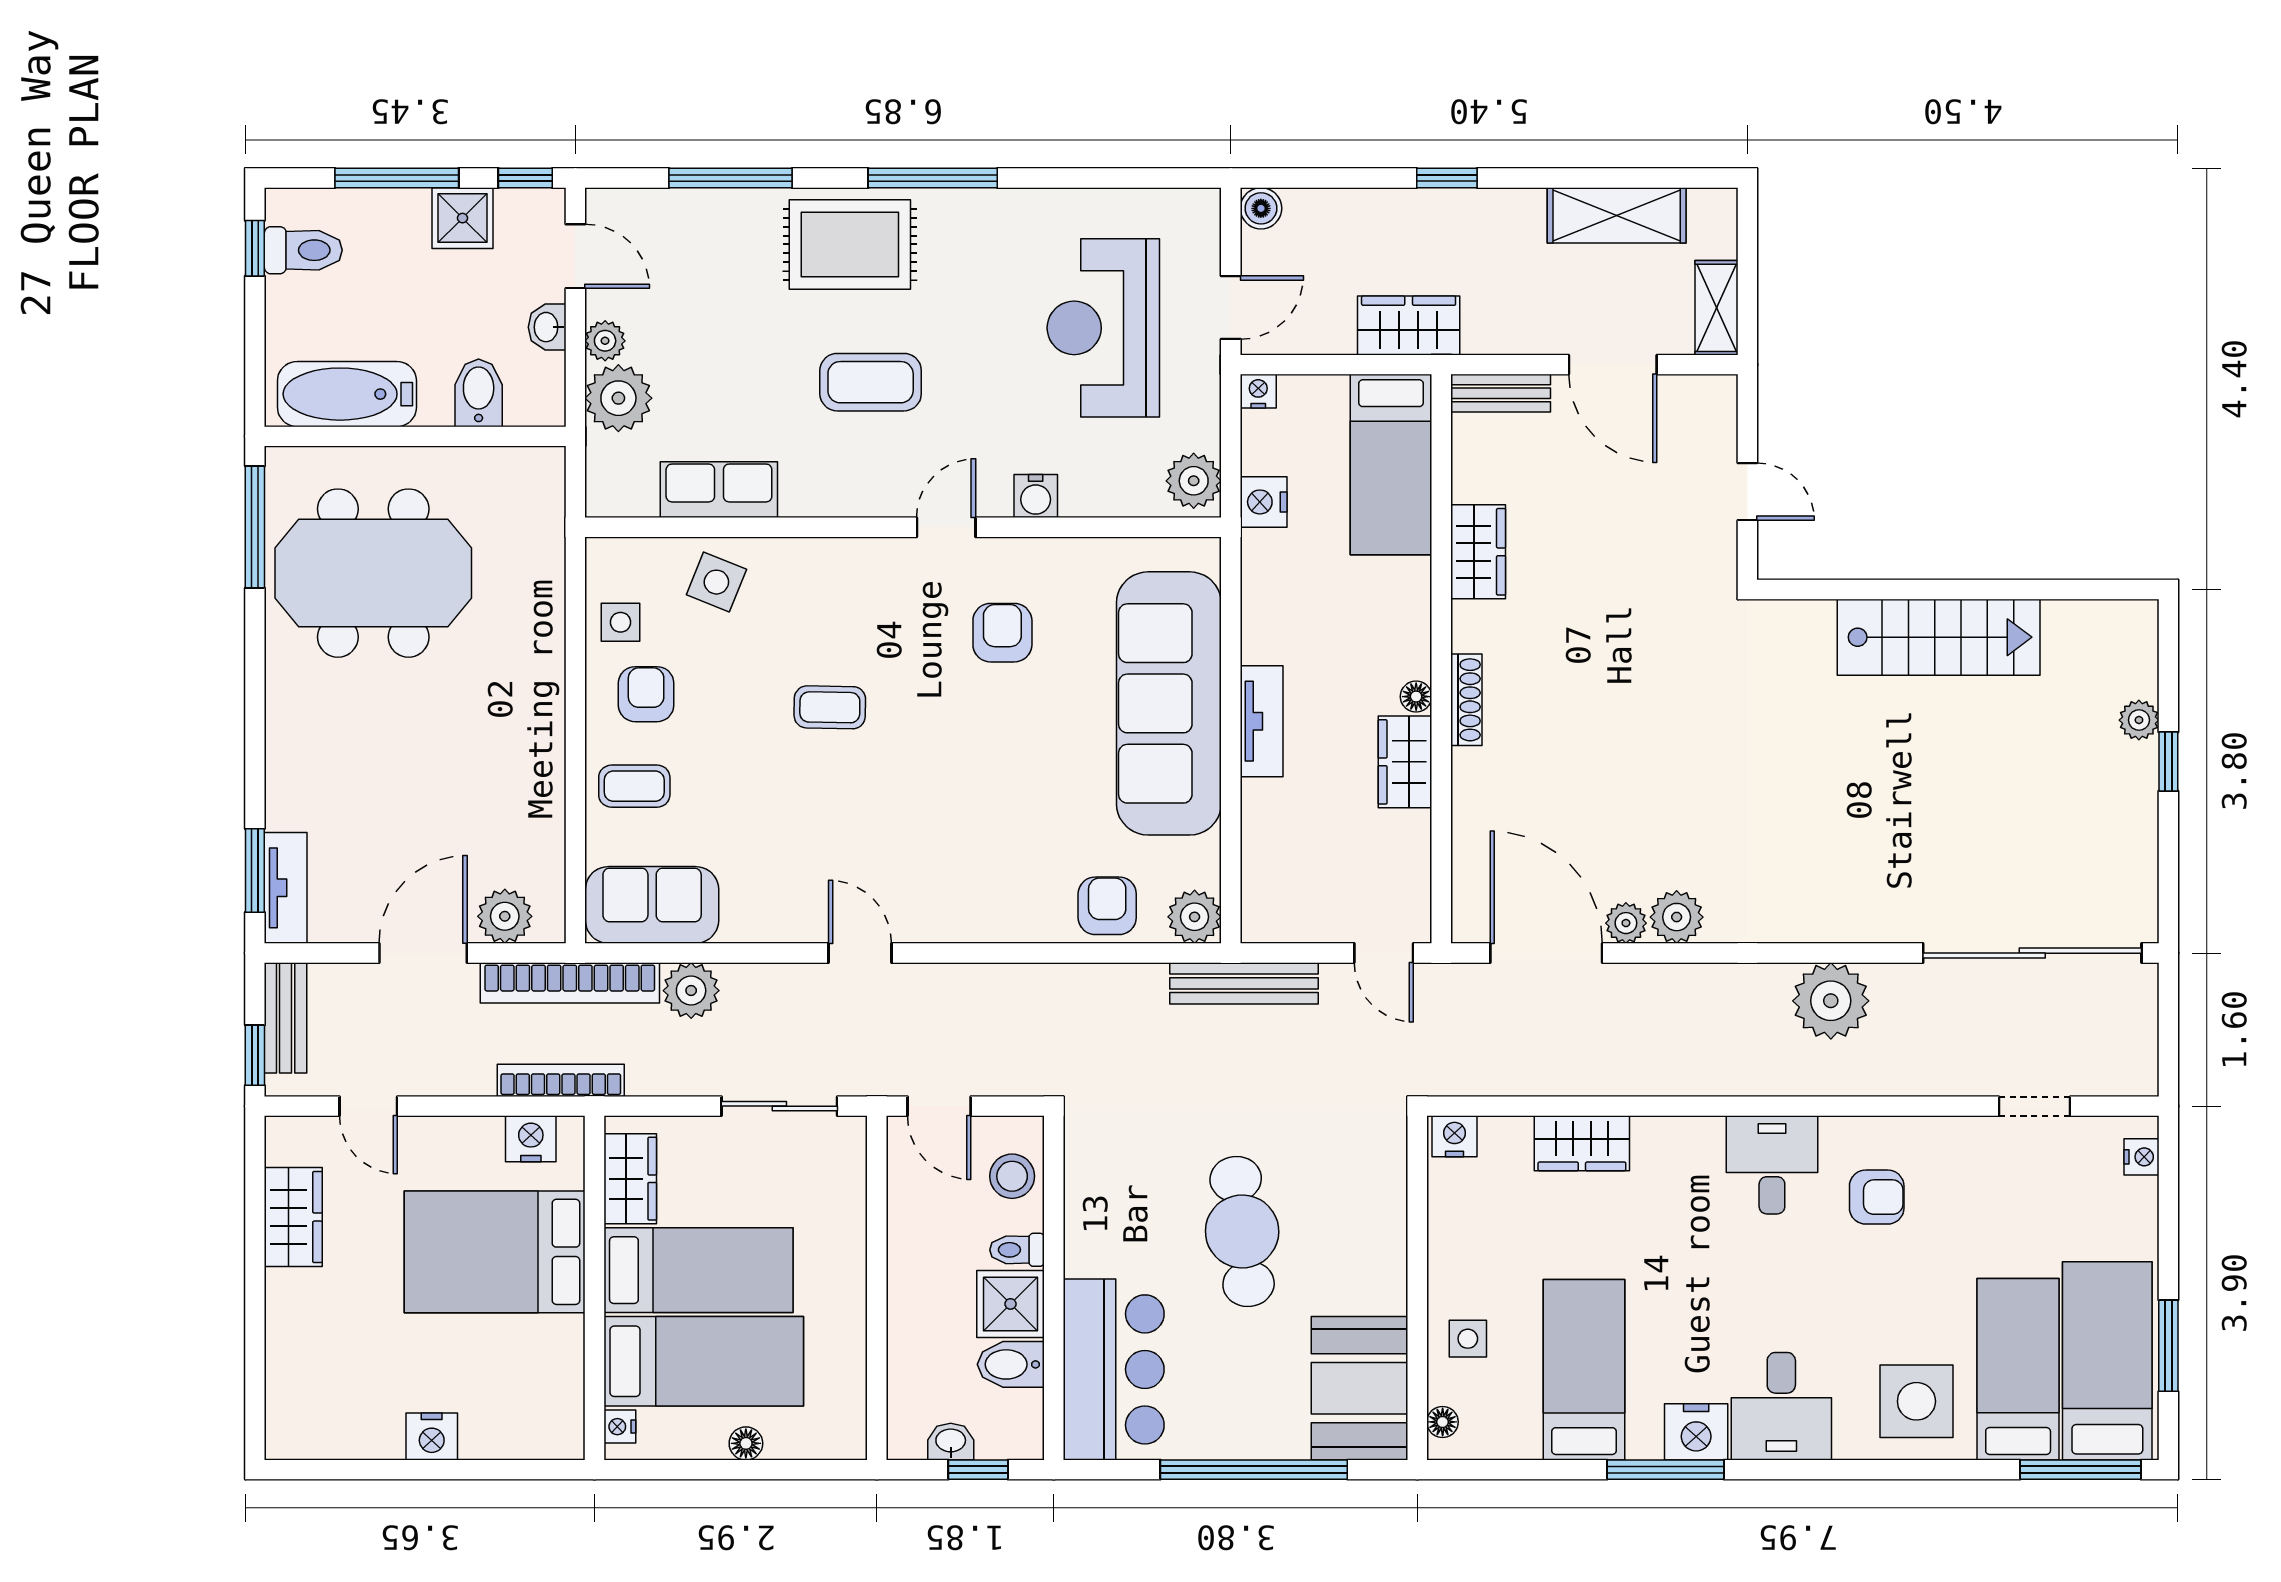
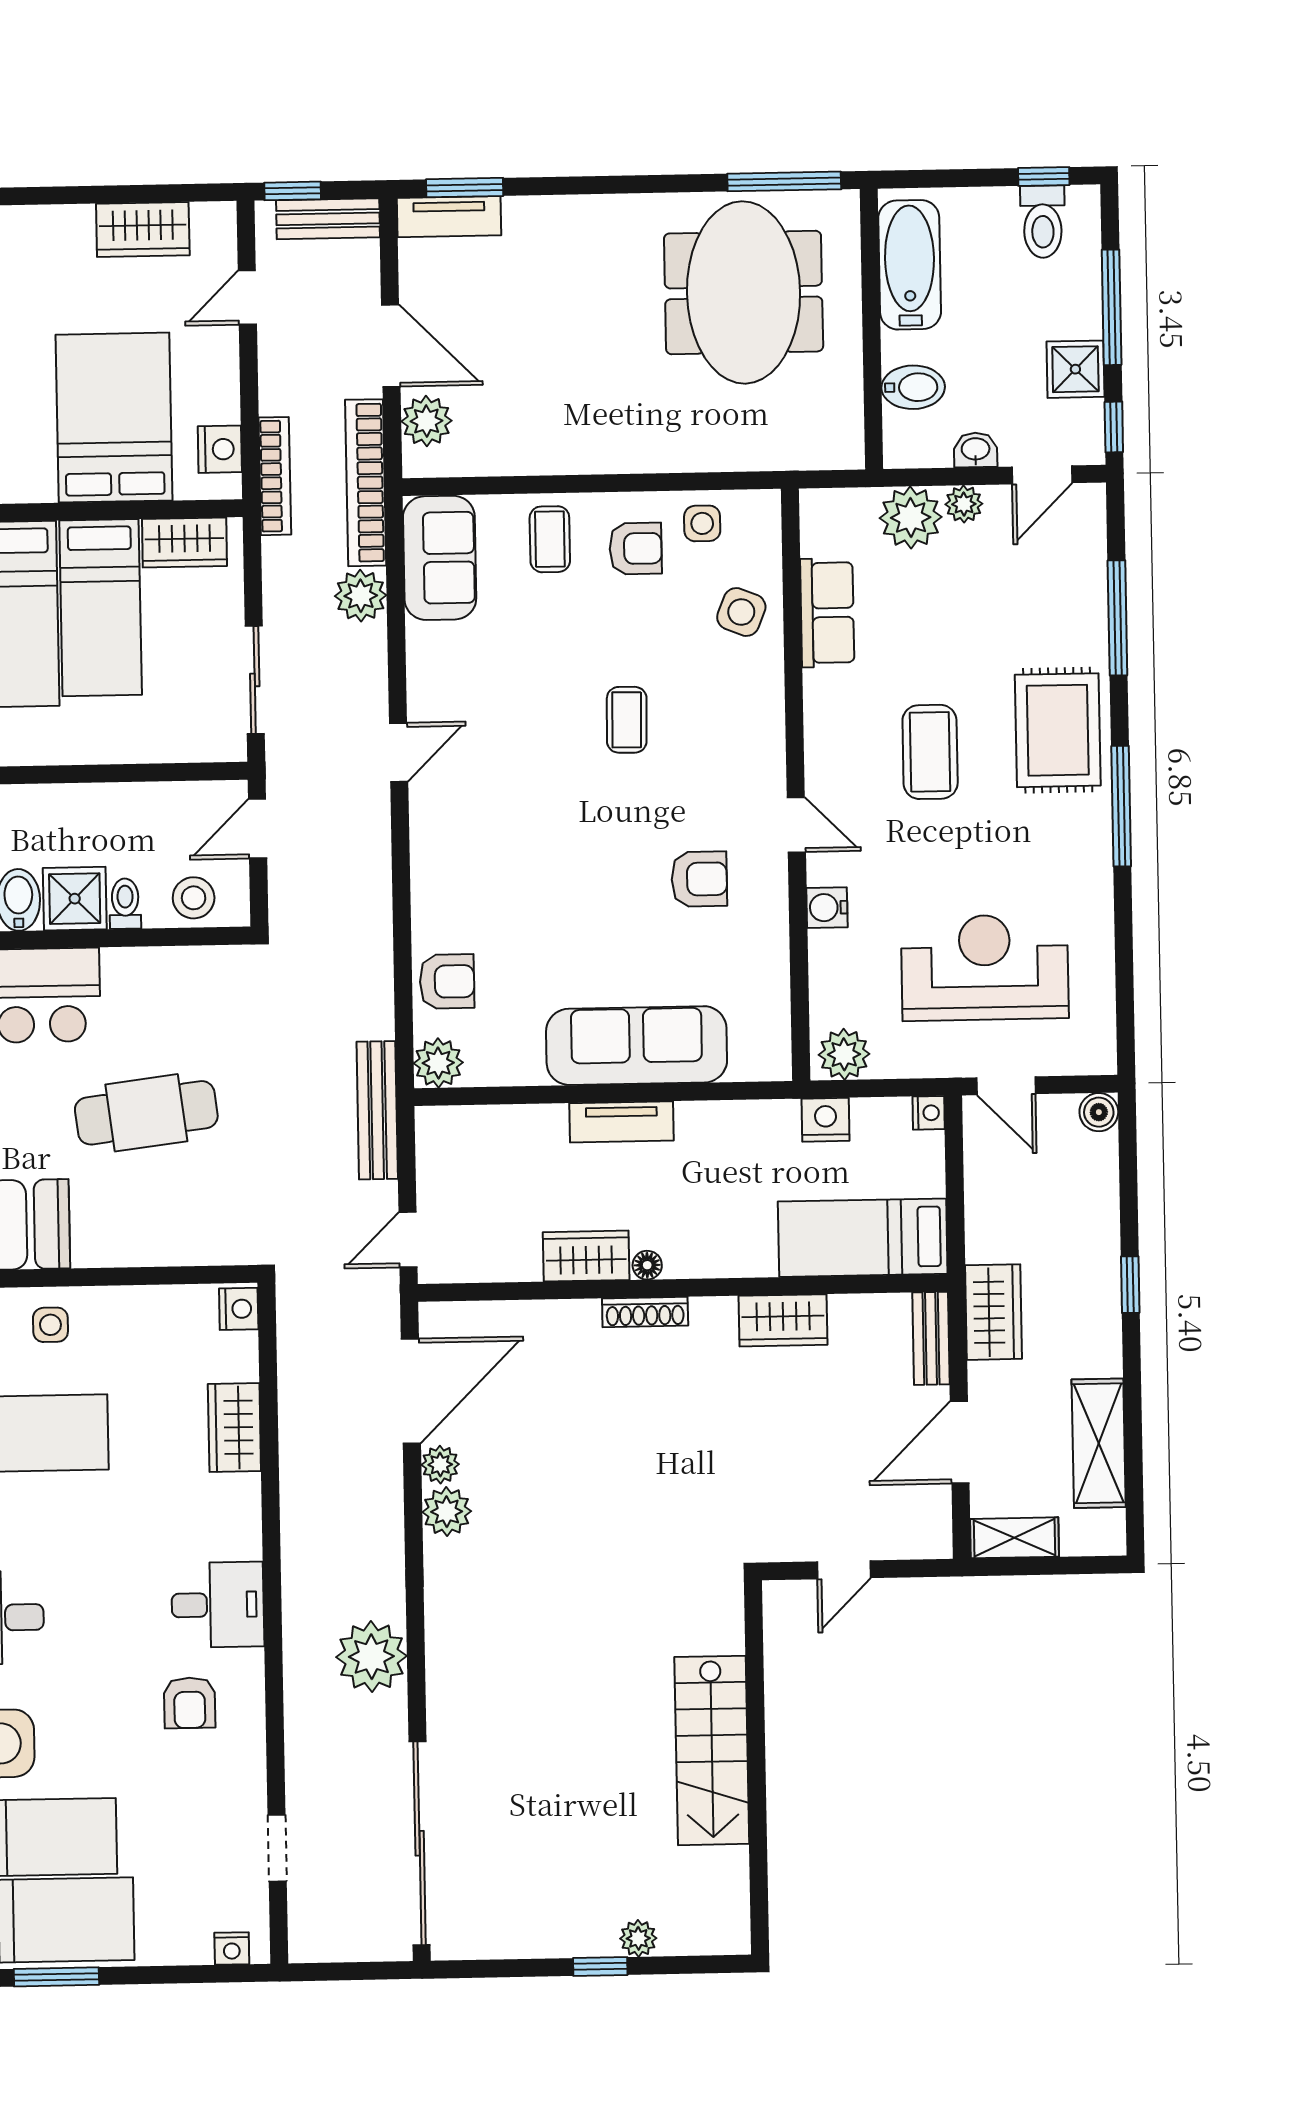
wardrobe: (1409, 326) -> (994, 1312), moved
sofa: (1169, 703) -> (637, 1046), width x0.74, depth x0.79

